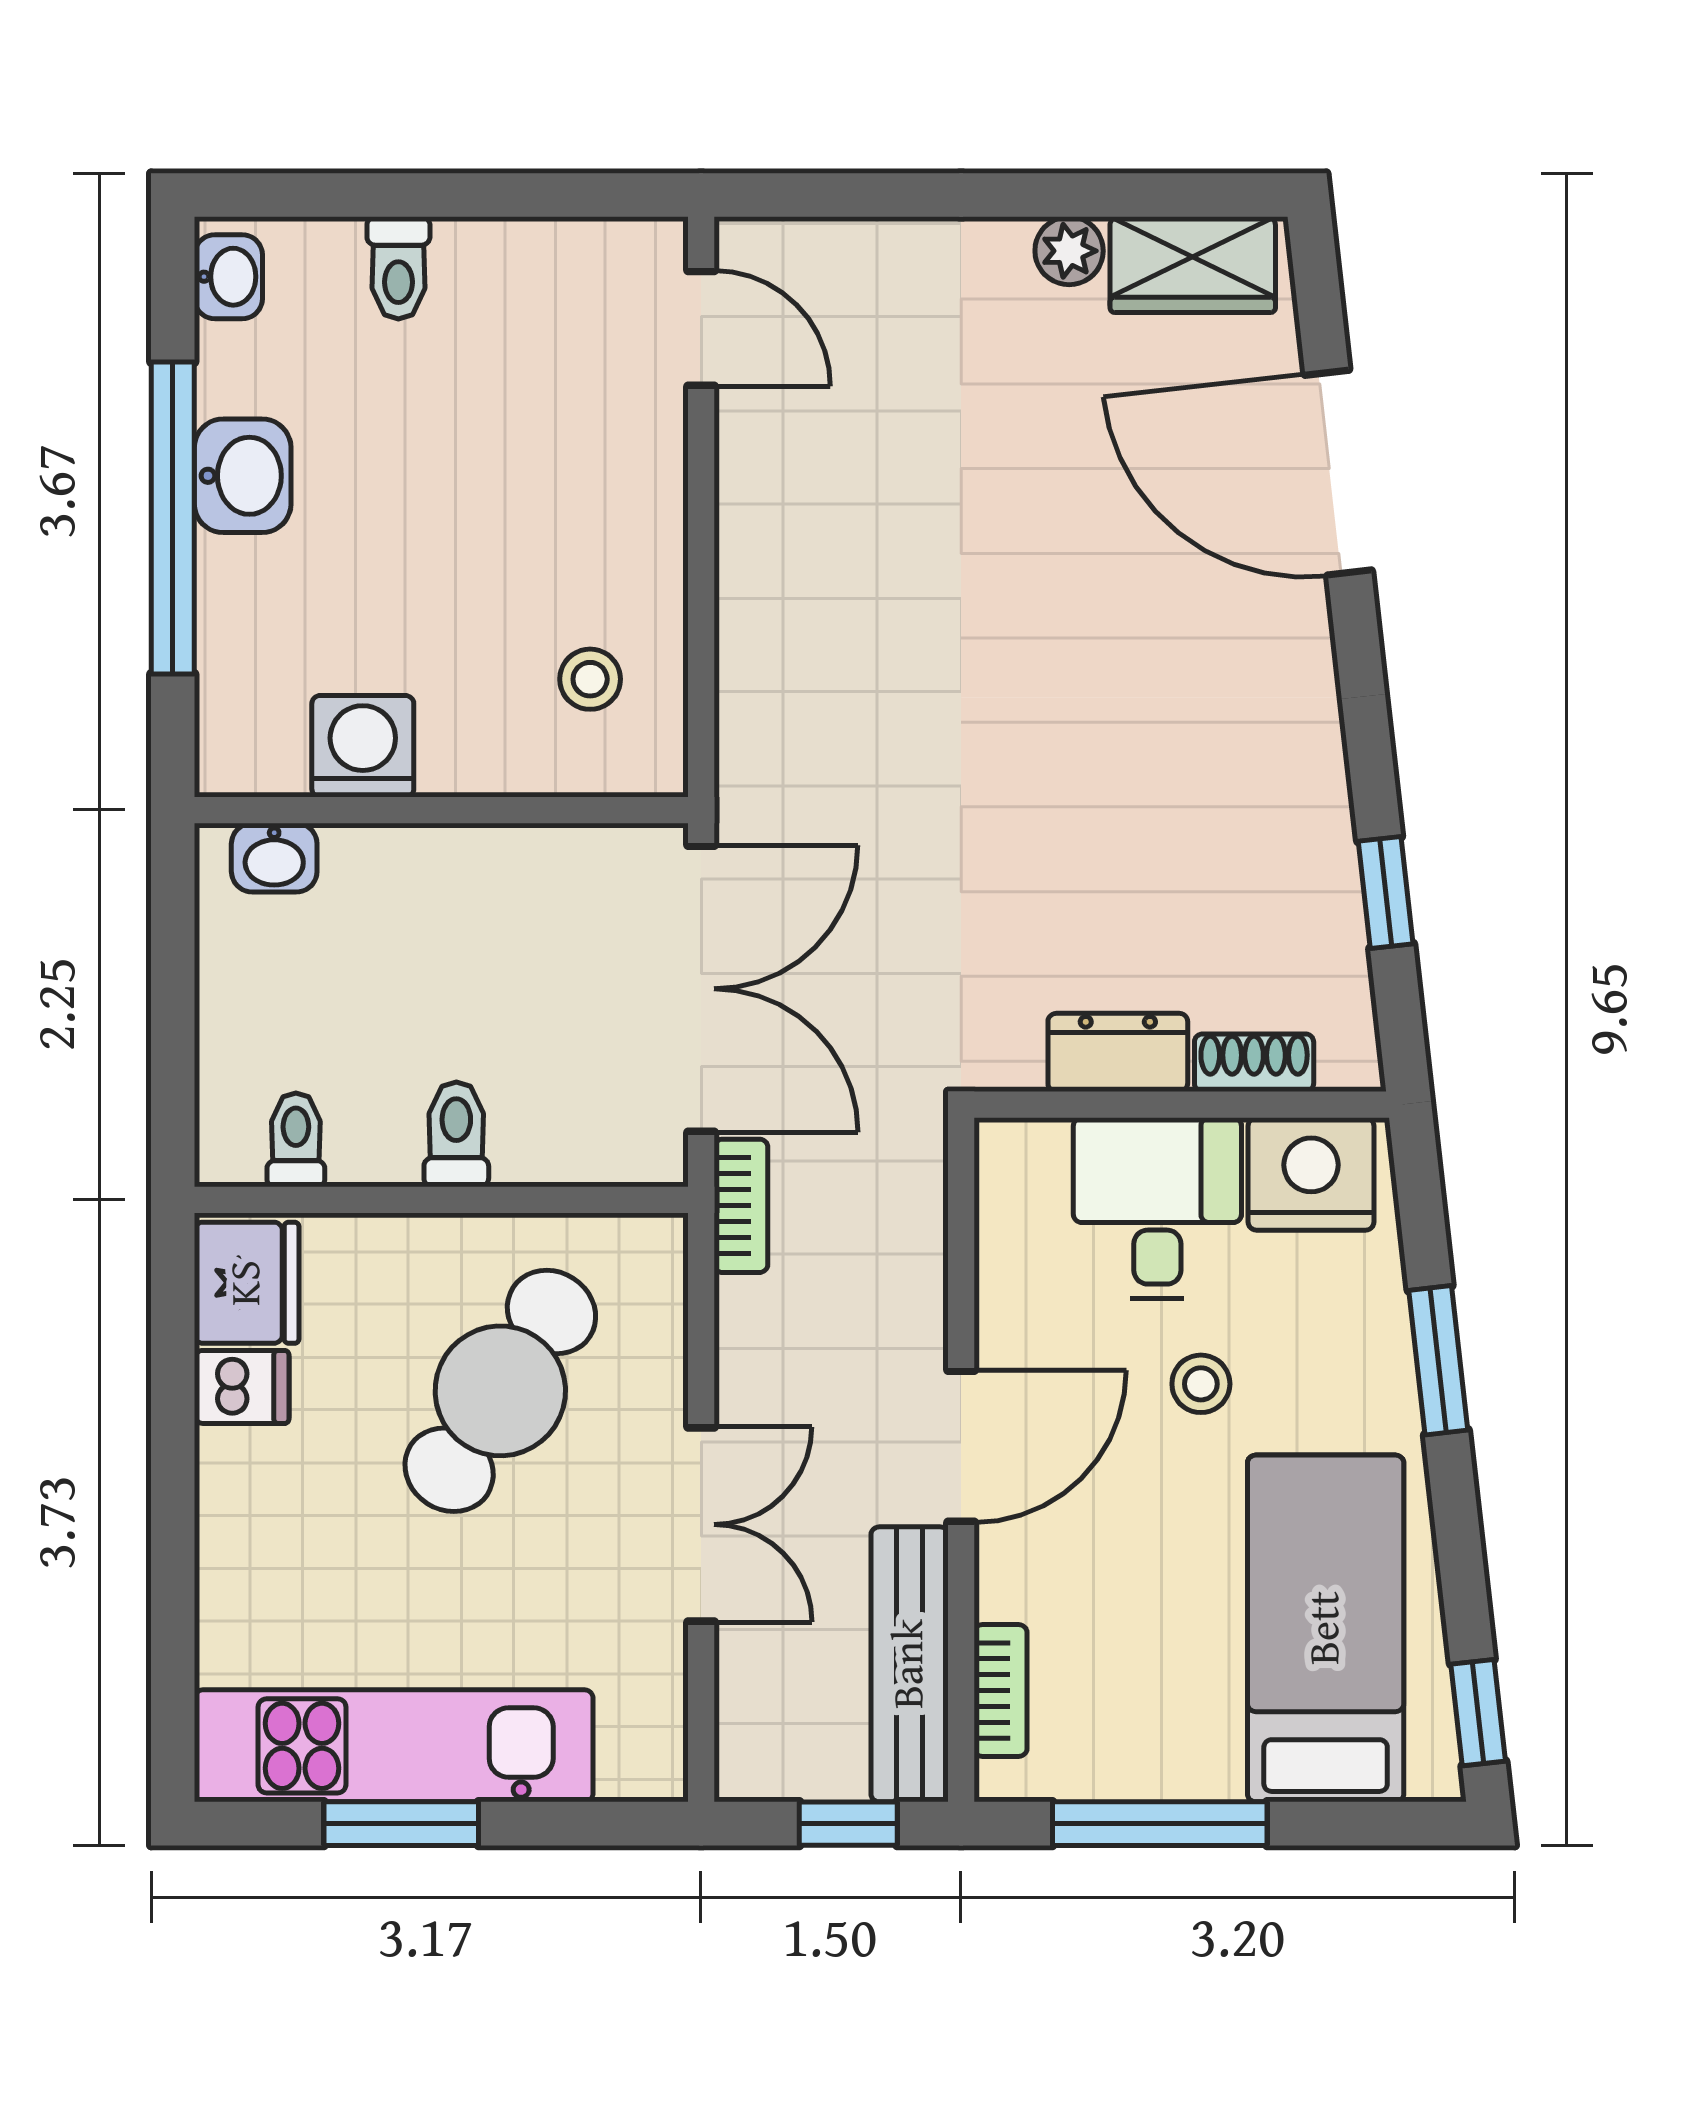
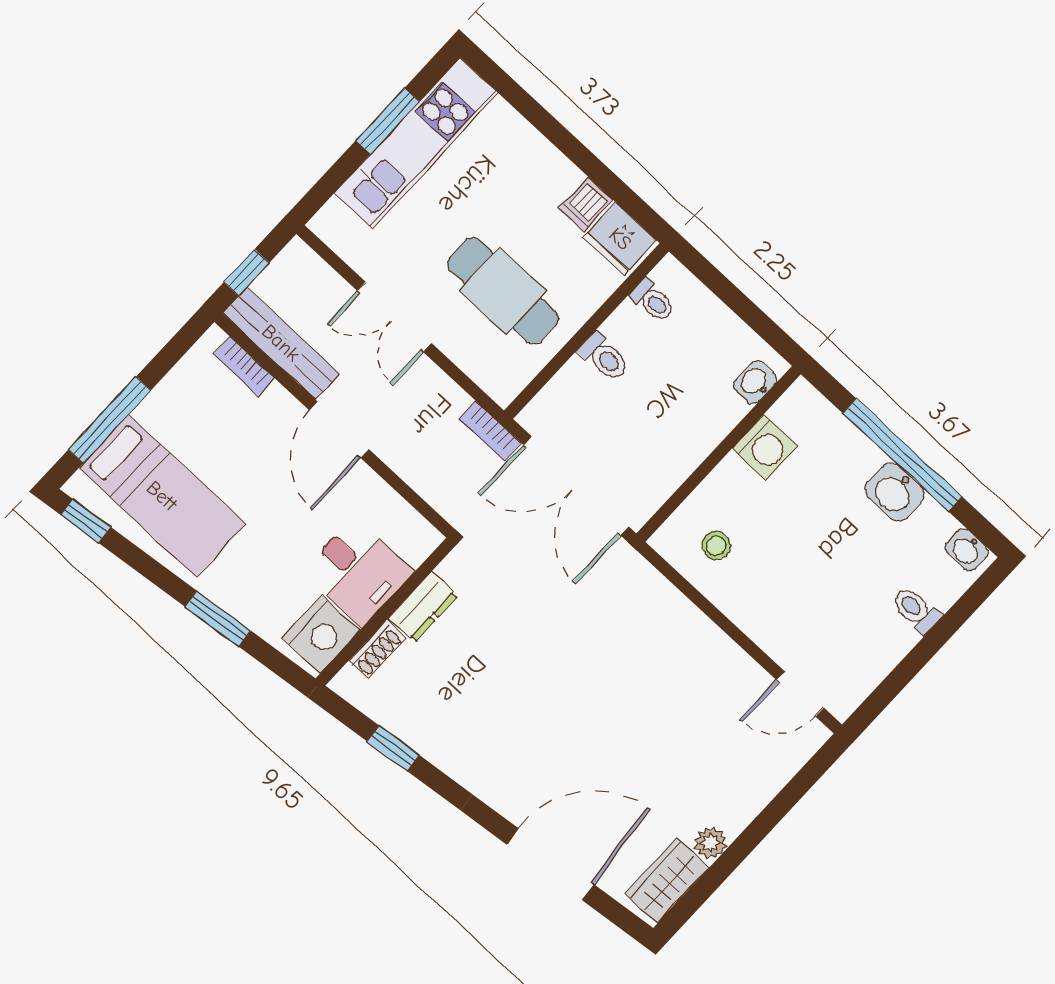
stool: (1201, 1384) -> (285, 531), removed
cafe table: (500, 1391) -> (503, 291), turned -33
window: (1160, 1824) -> (110, 420), moved

